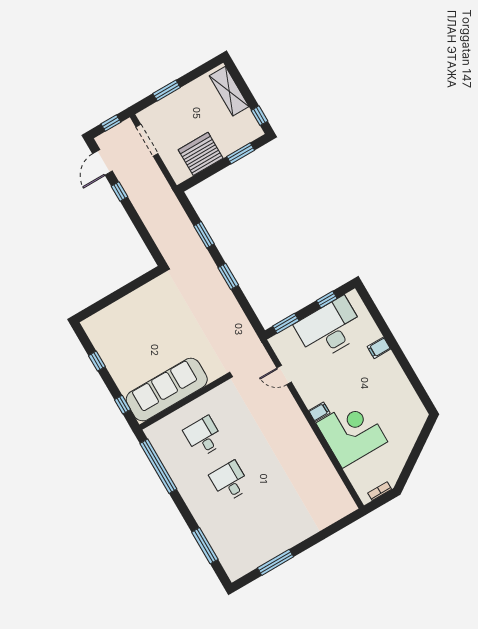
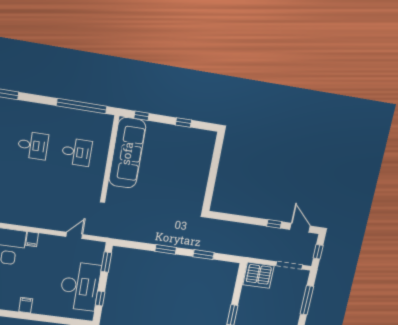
window: (167, 91) -> (307, 300), width x1.44
server rack: (201, 154) -> (259, 275), moved, turned 90
filing cabinet: (379, 348) -> (26, 305), moved

